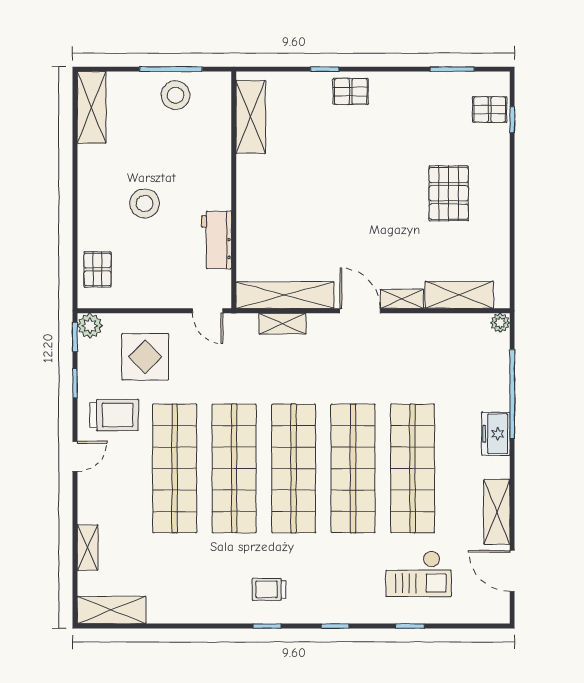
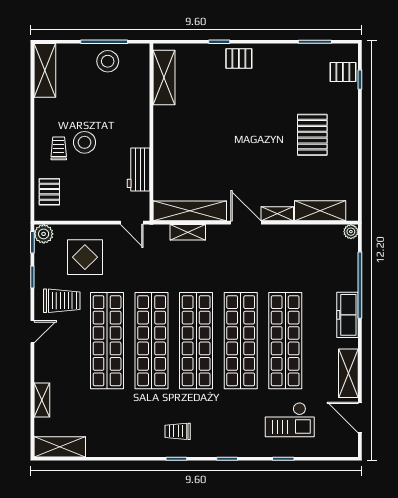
trolley: (110, 211) -> (59, 148), added
freezer: (496, 434) -> (348, 315), width x1.40

